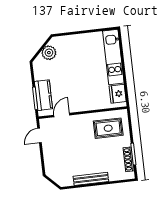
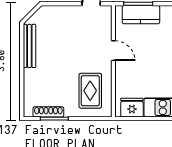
door: (62, 115) -> (113, 51), moved
bench: (91, 179) -> (29, 46), moved

